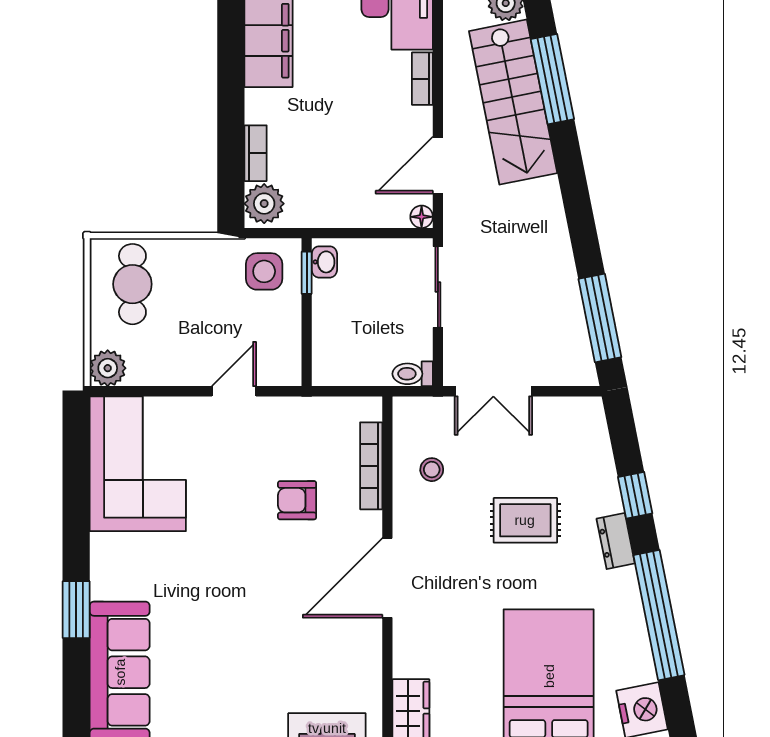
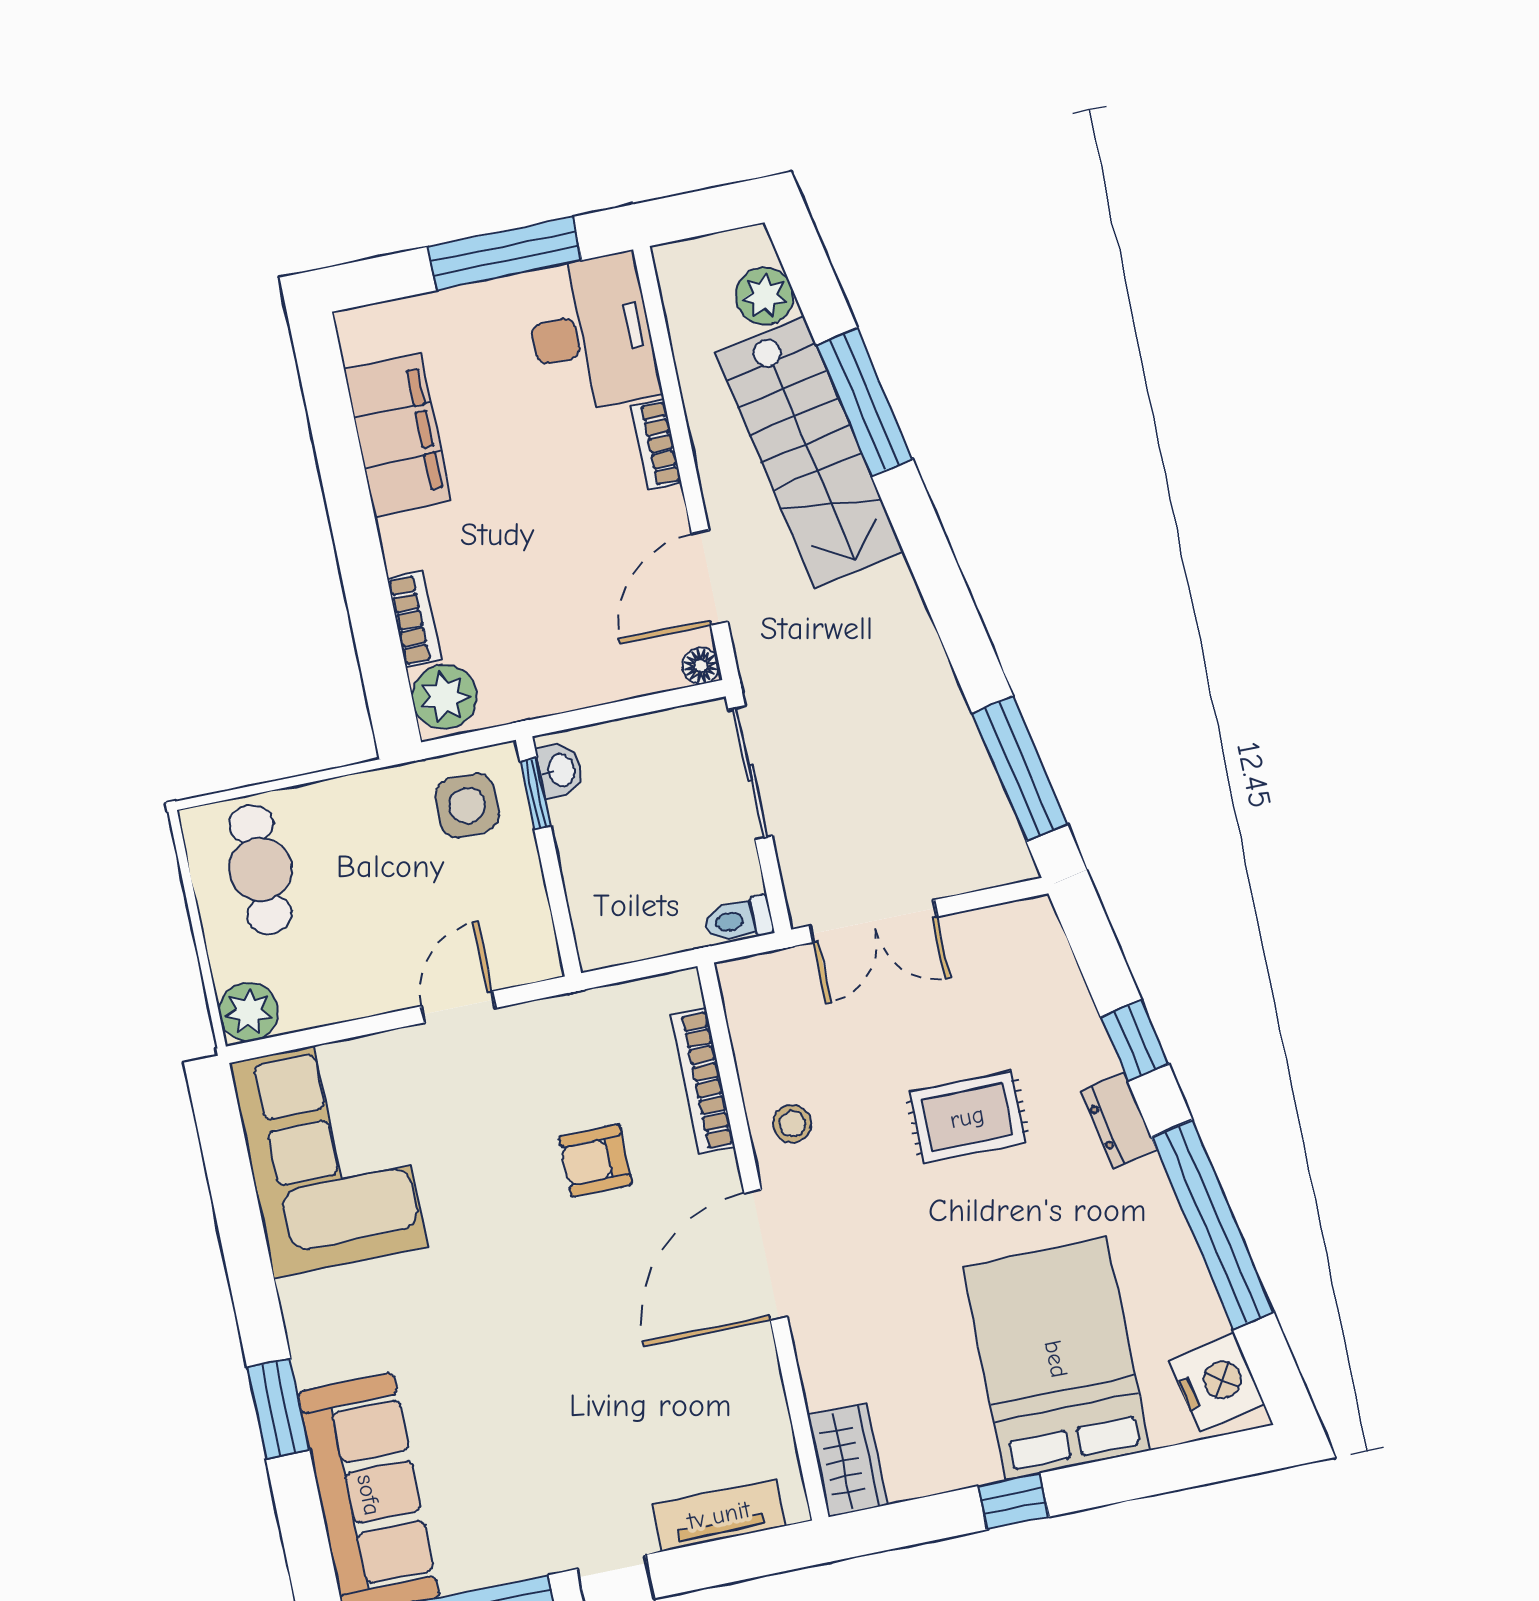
stool: (432, 470) -> (792, 1124), moved

